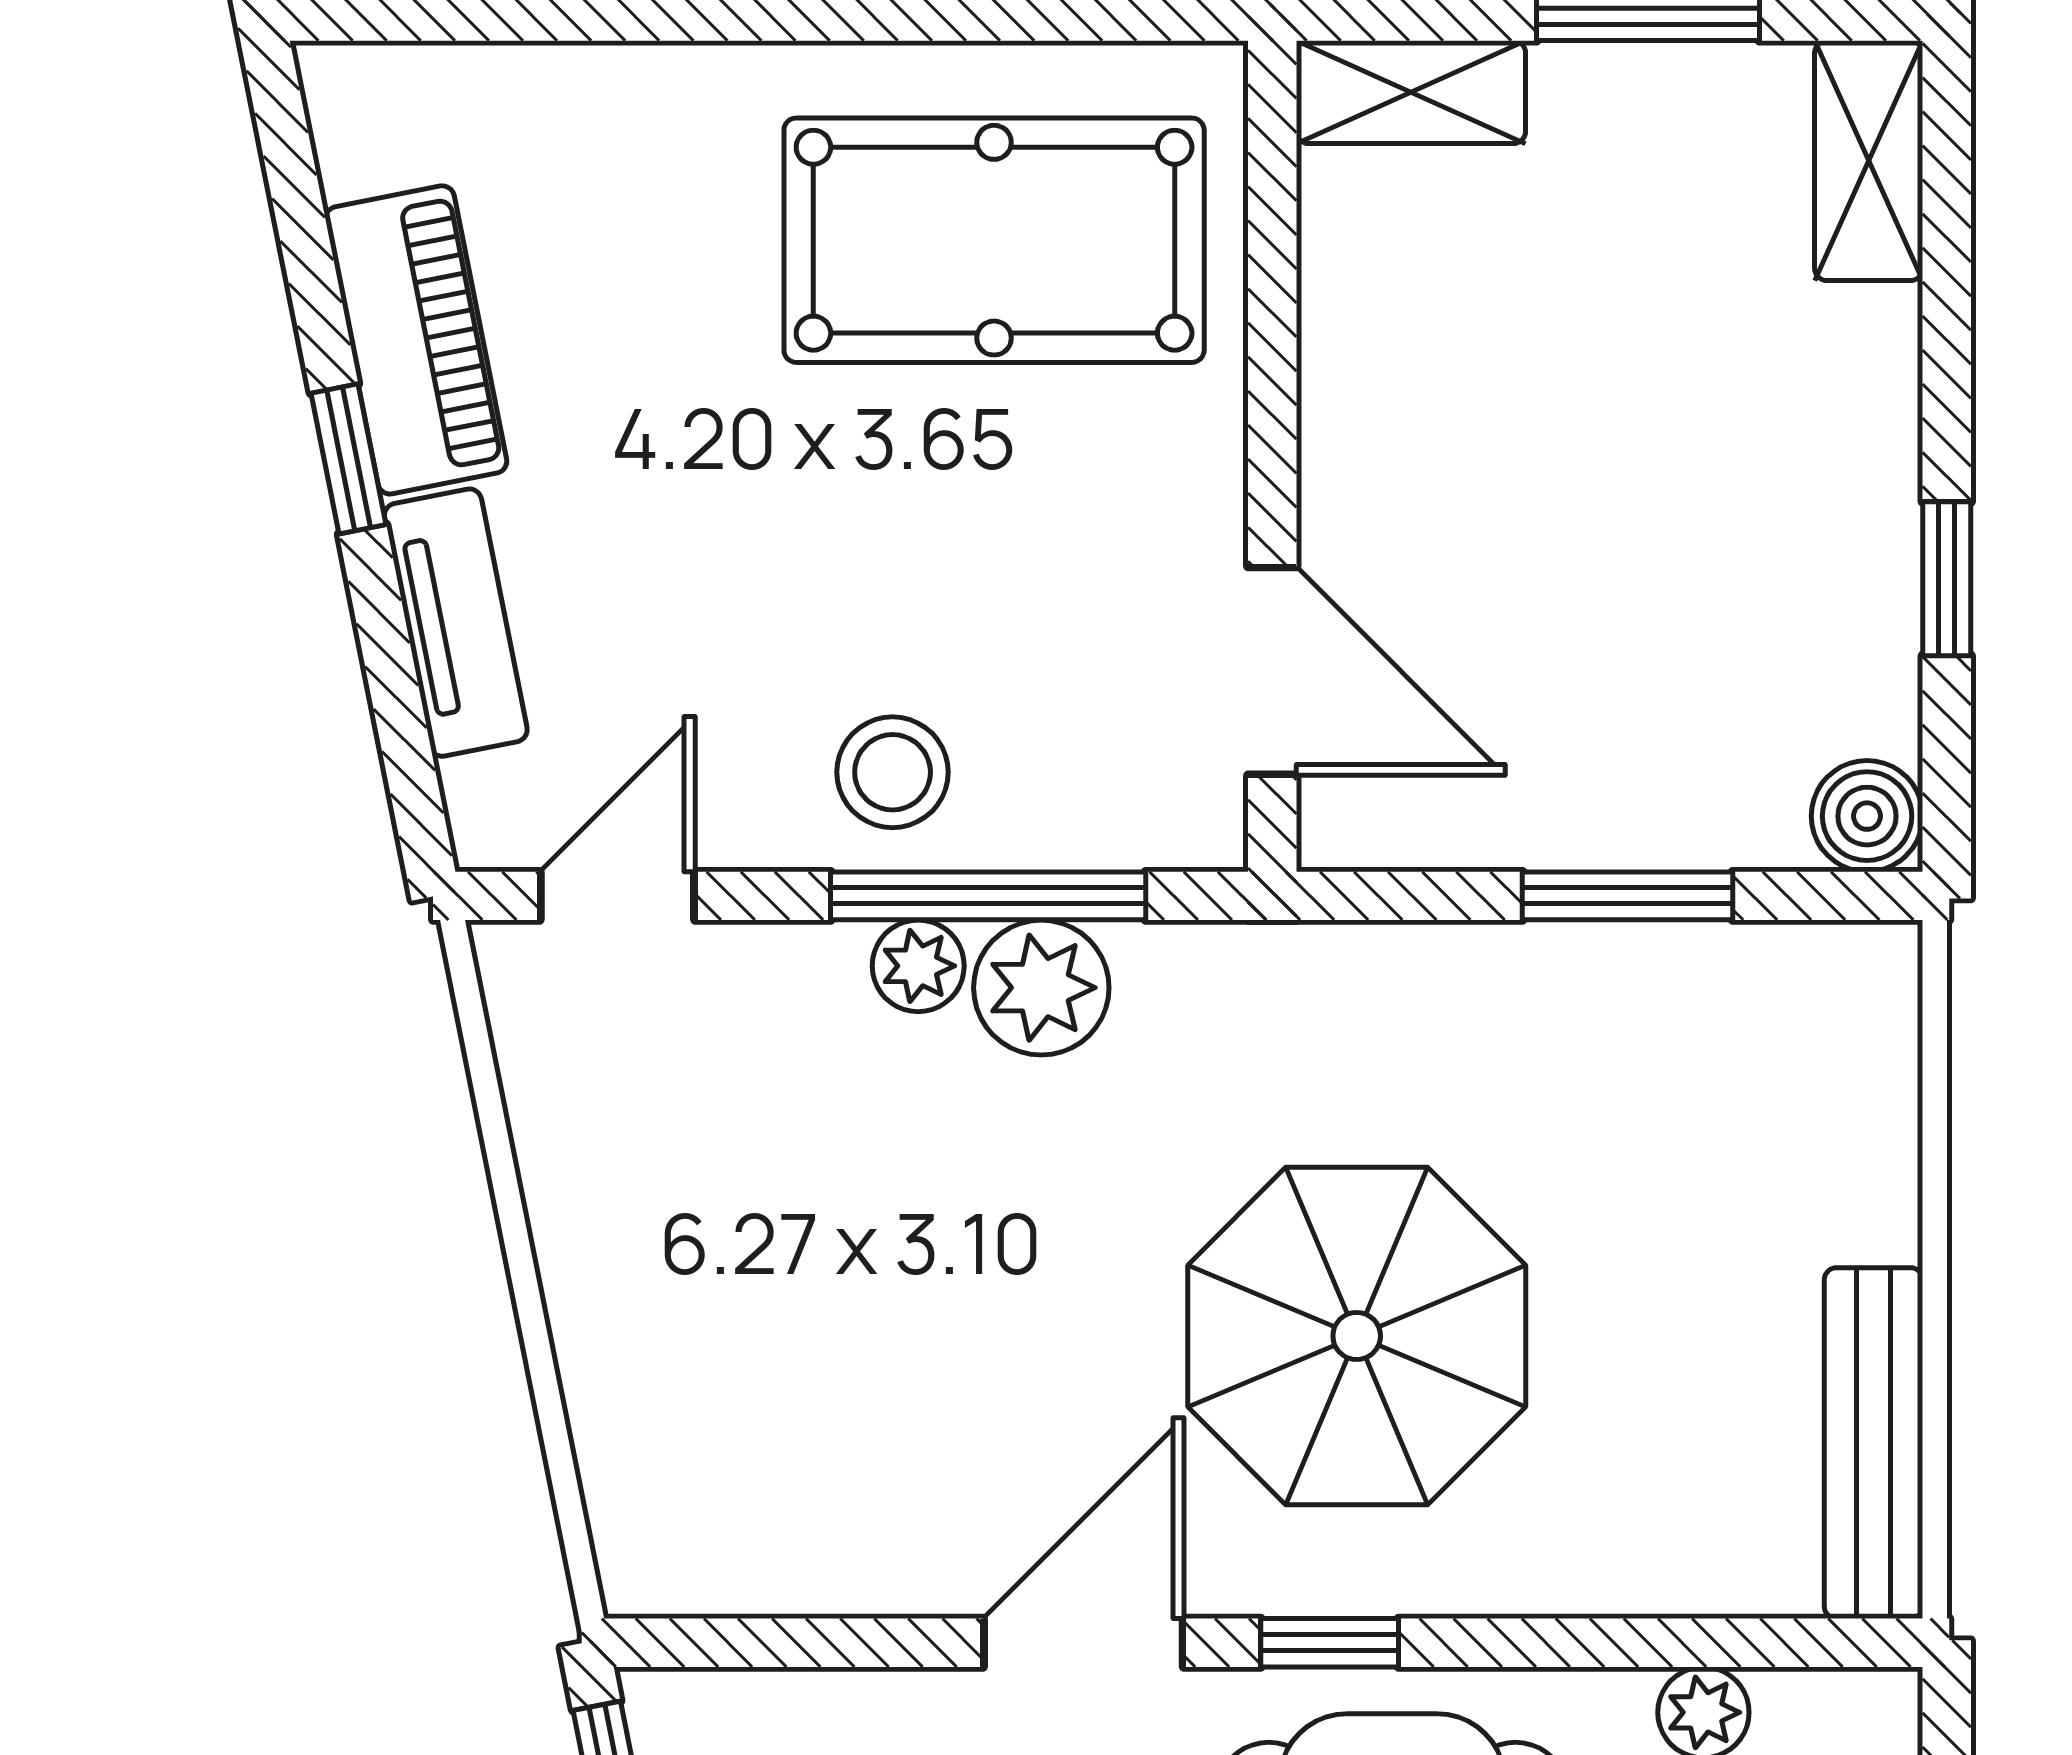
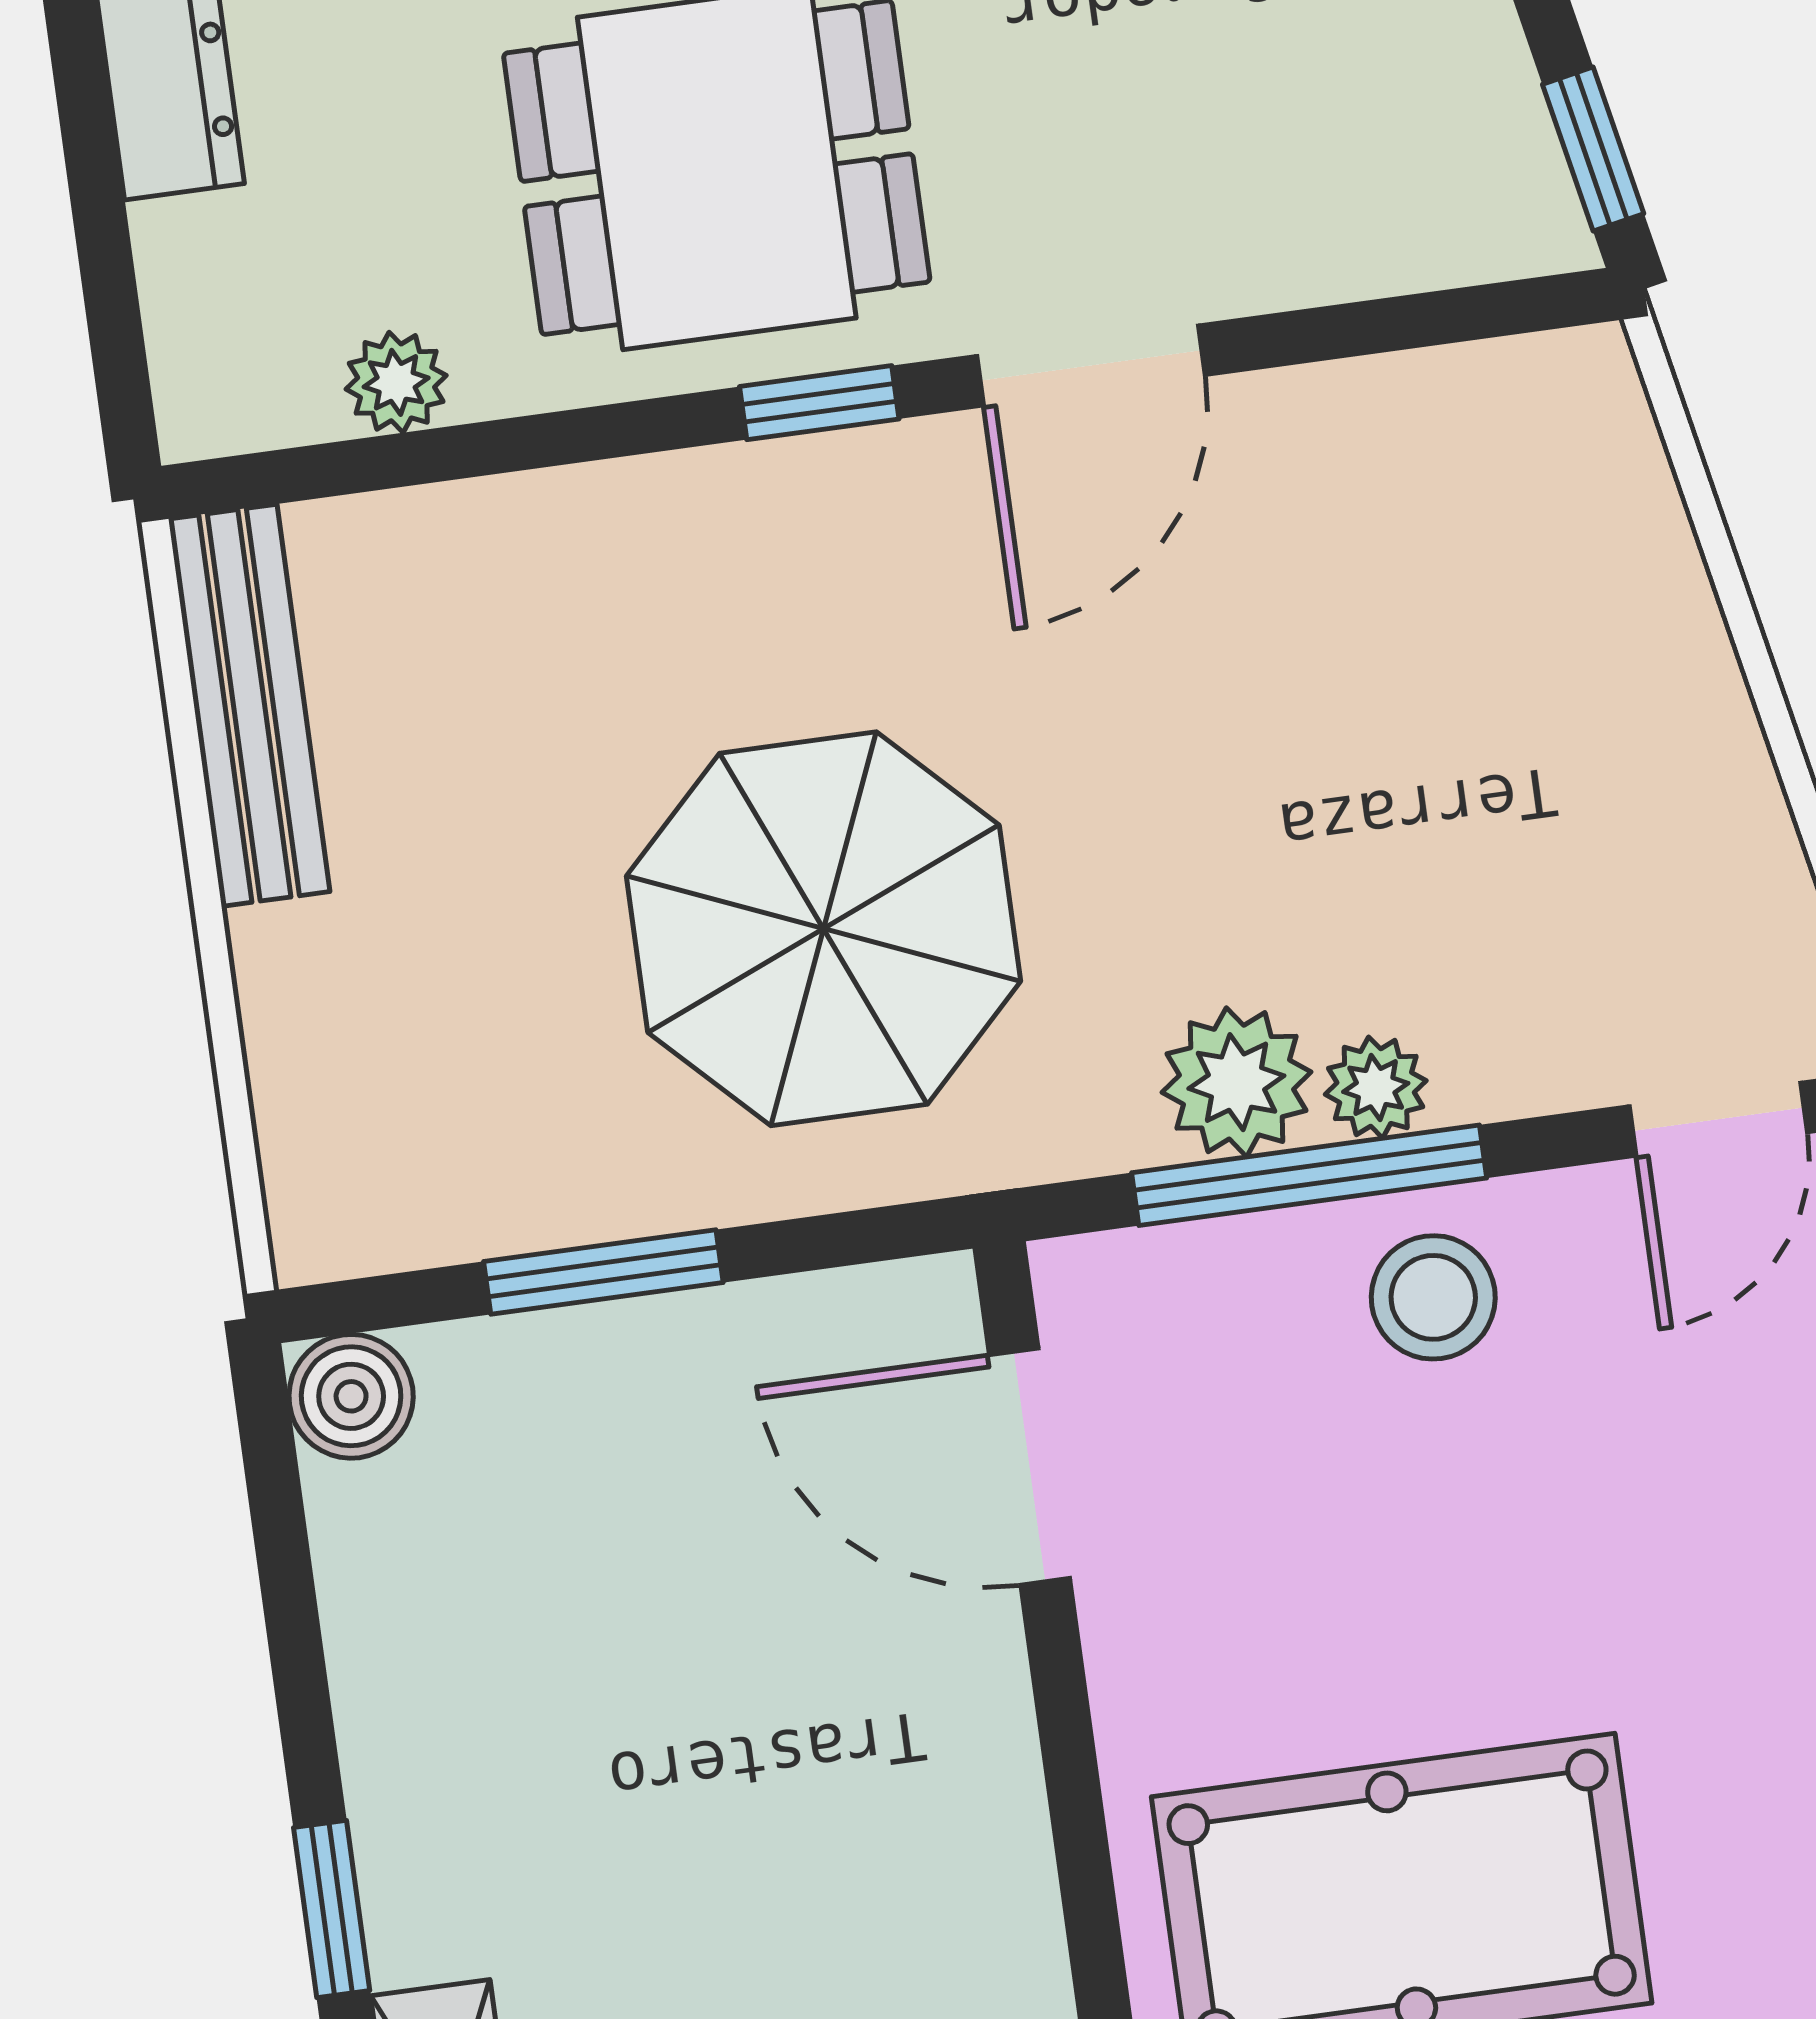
window: (1947, 579) -> (332, 1909), moved
parasol: (1357, 1336) -> (824, 929), moved

